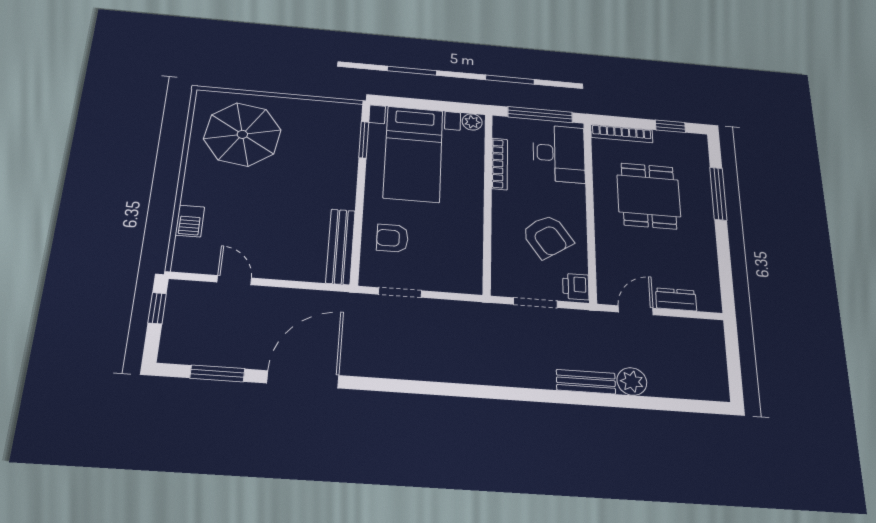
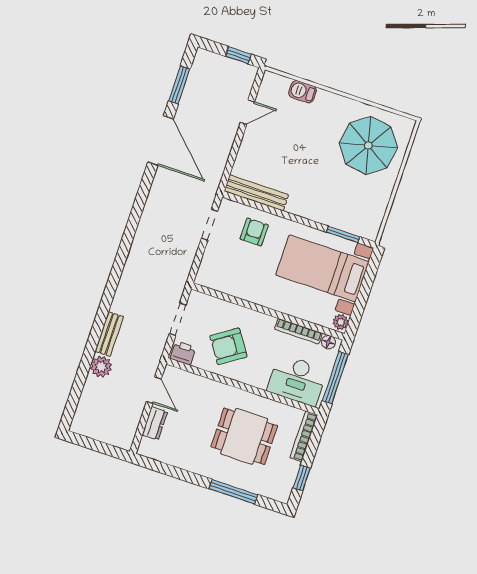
floor lamp: (501, 130) -> (328, 342), added

